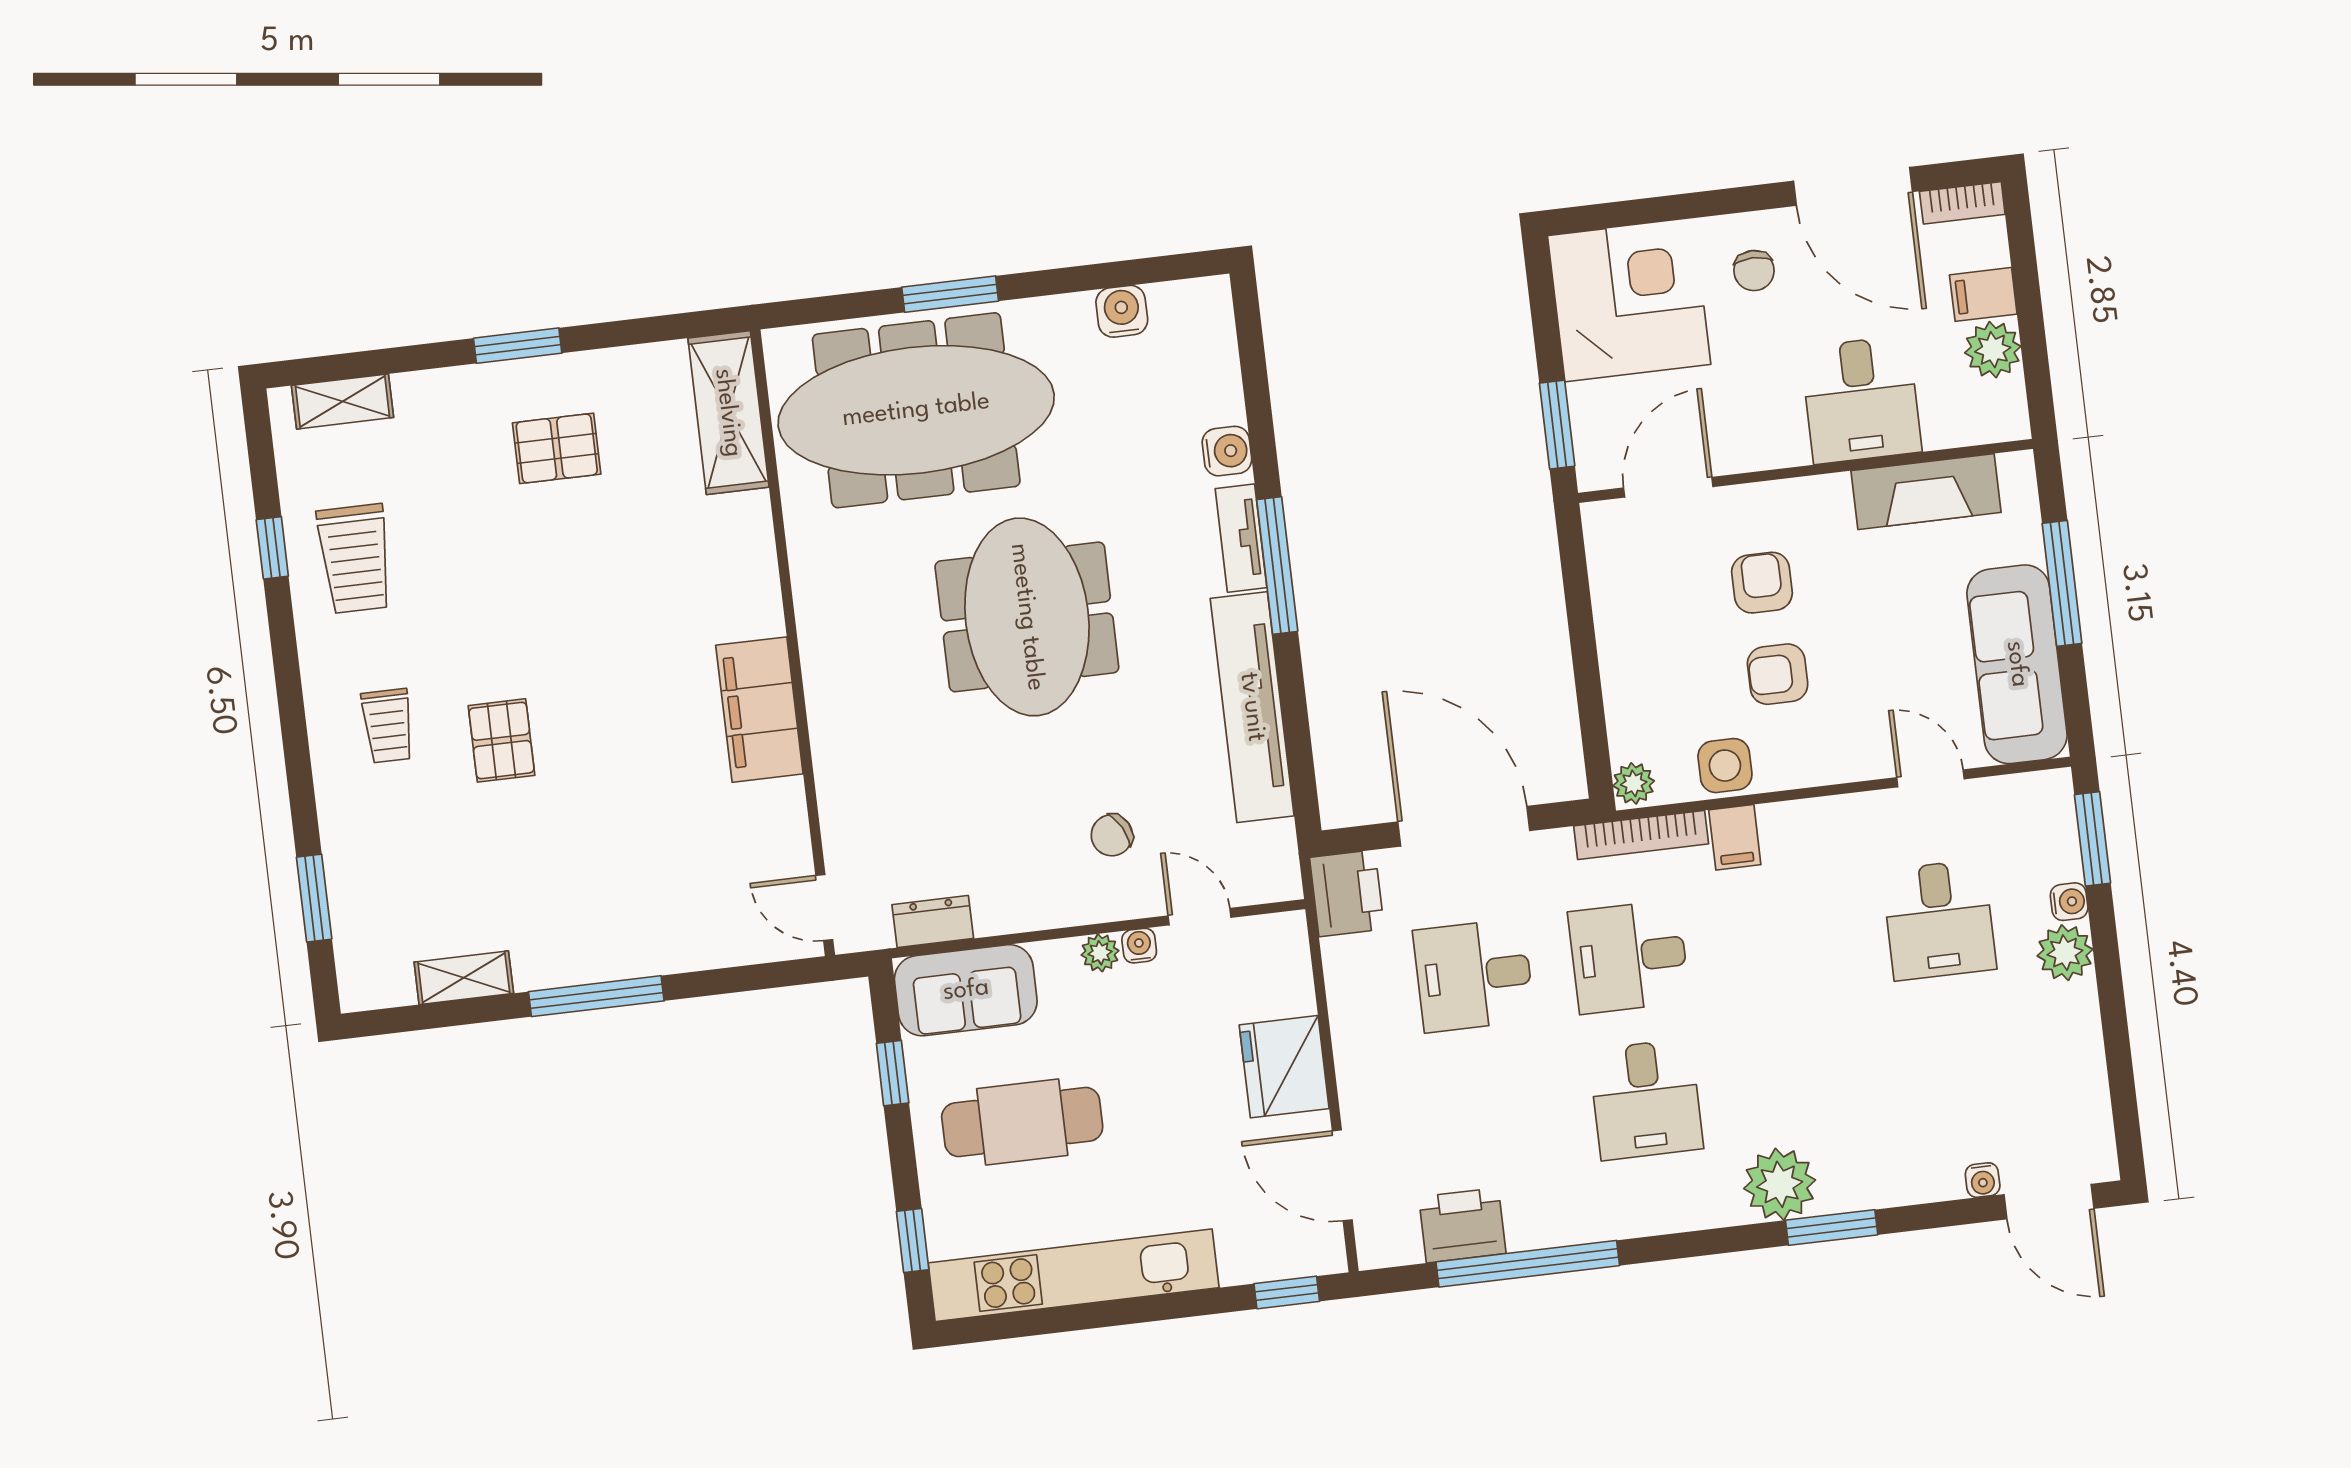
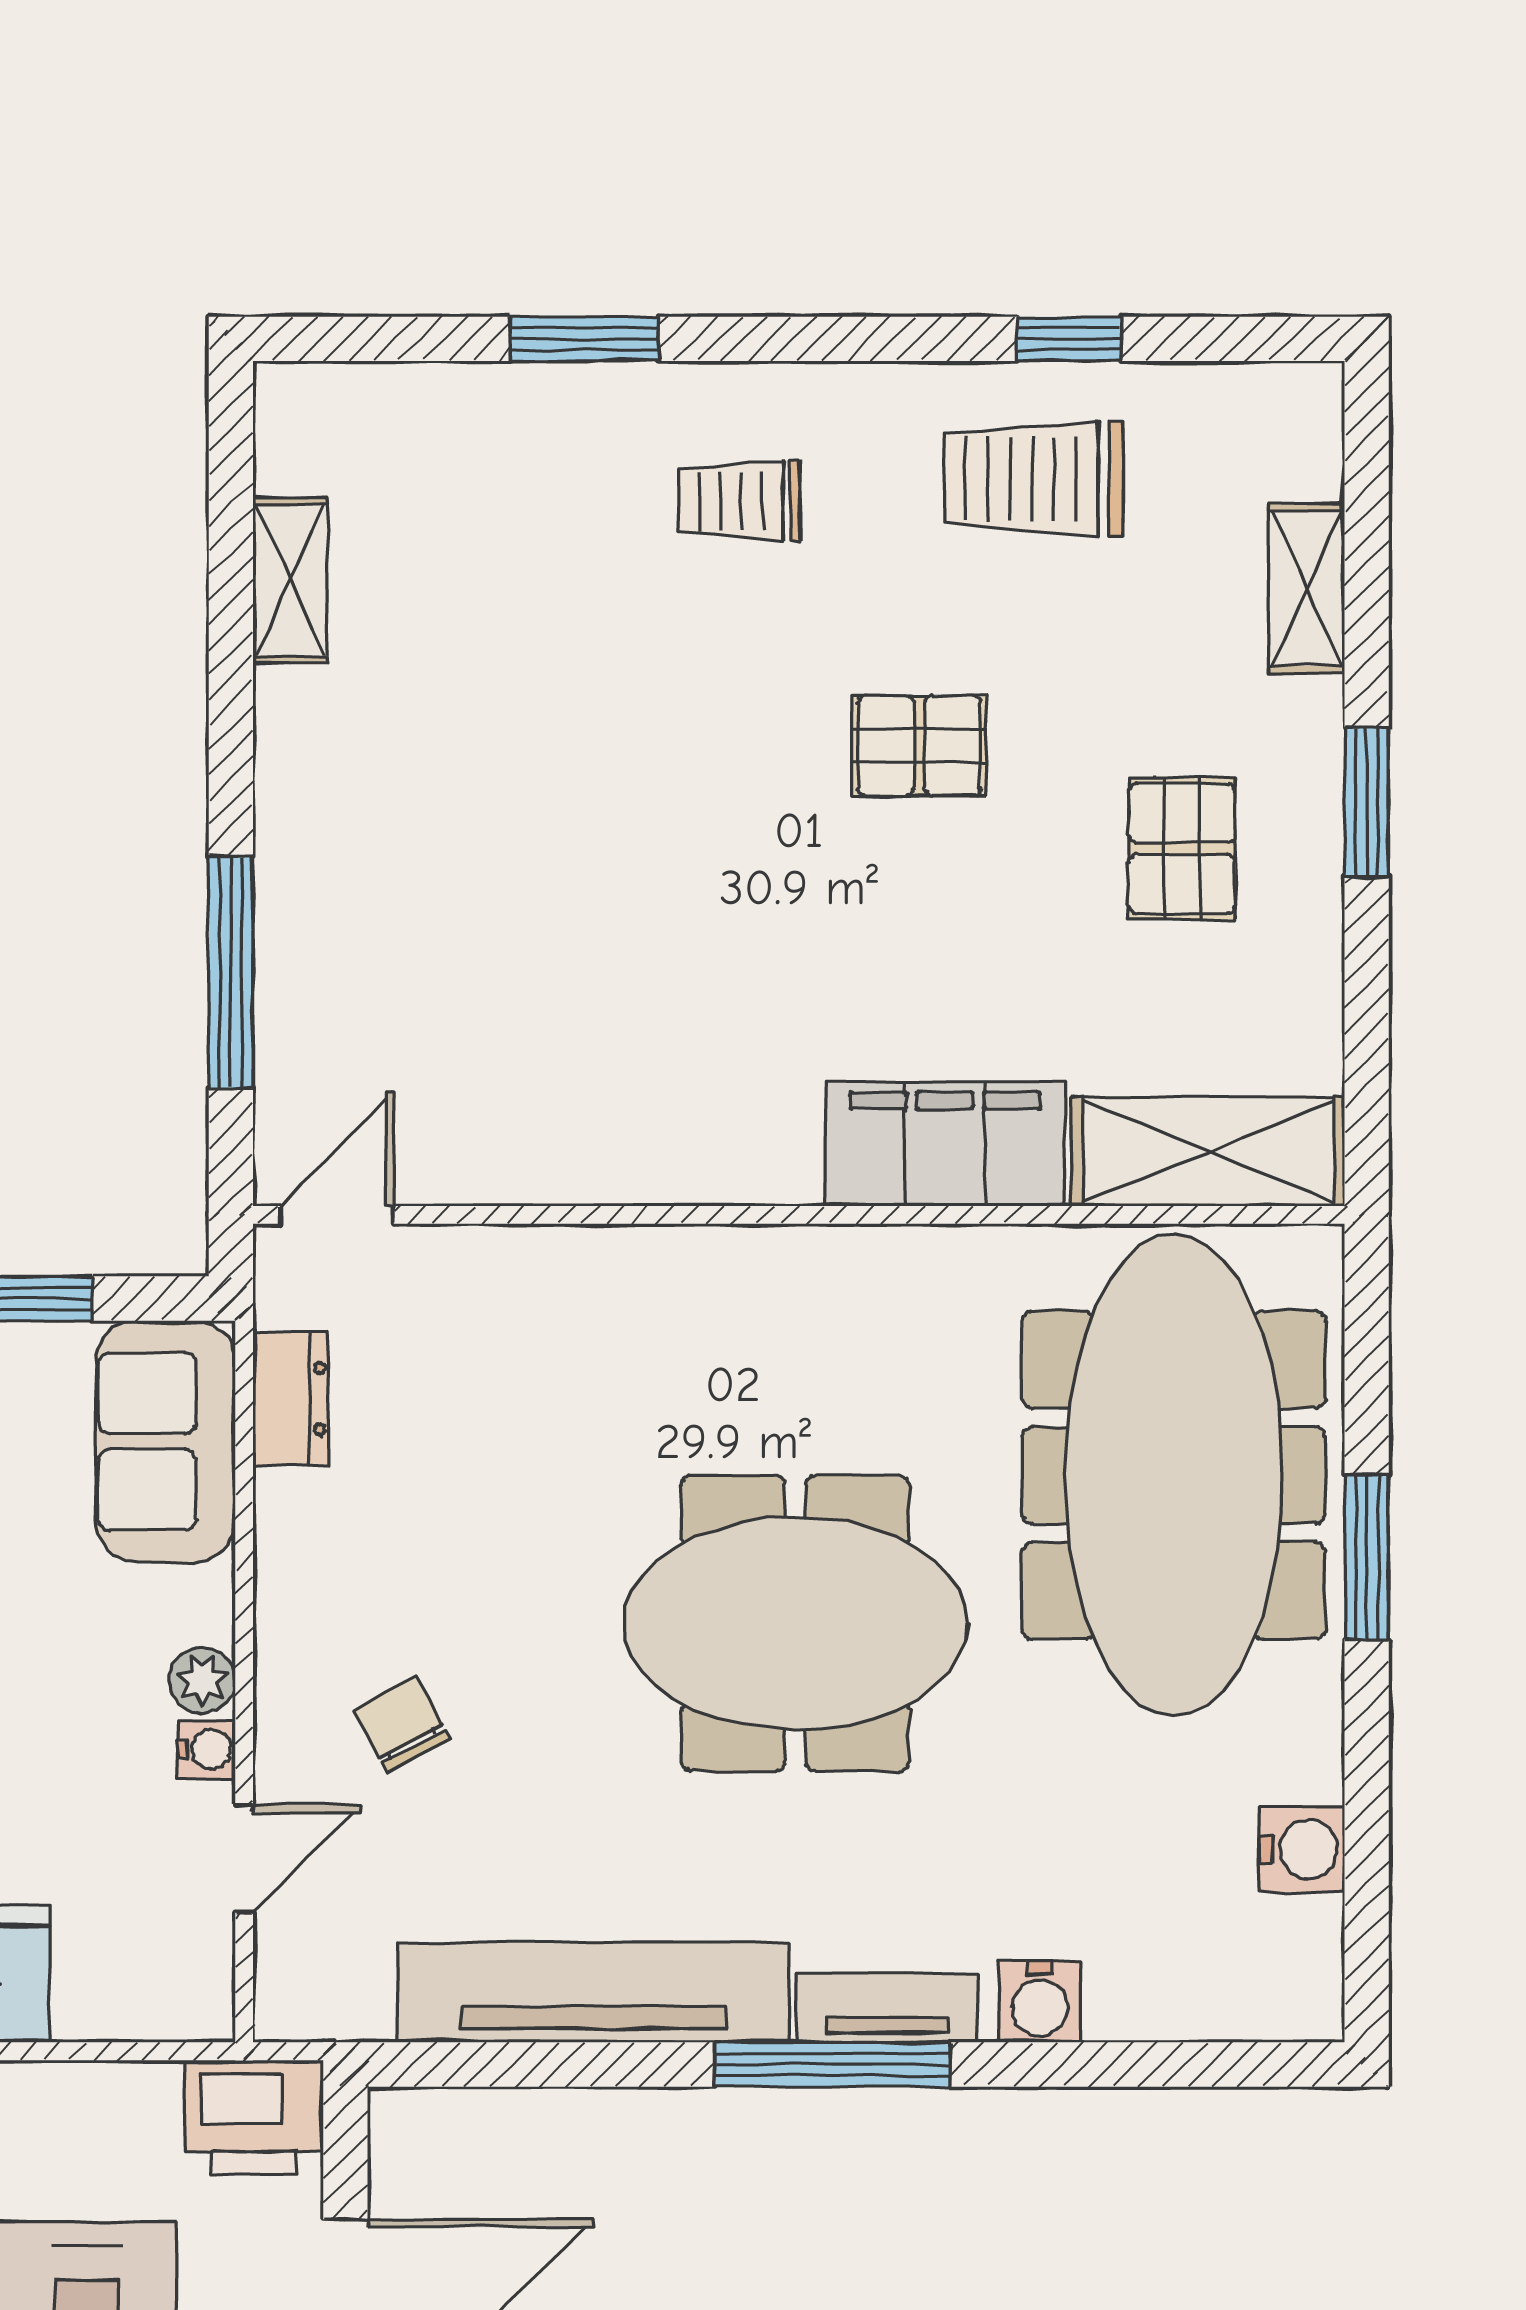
shelving: (343, 401) -> (1307, 588), moved
filing cabinet: (759, 710) -> (945, 1144), moved
pallet: (501, 740) -> (919, 746), moved
window: (314, 898) -> (584, 339), moved
window: (596, 996) -> (231, 972), moved

